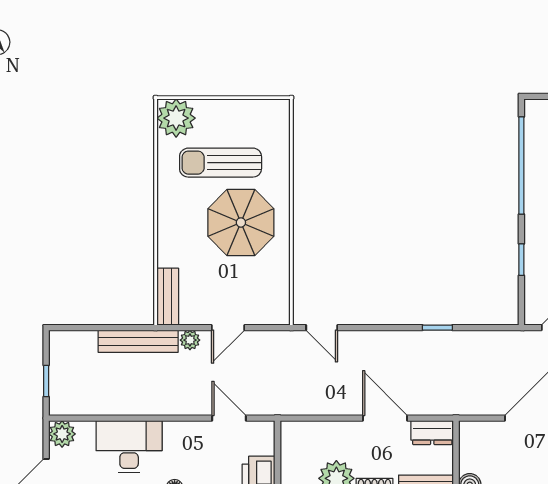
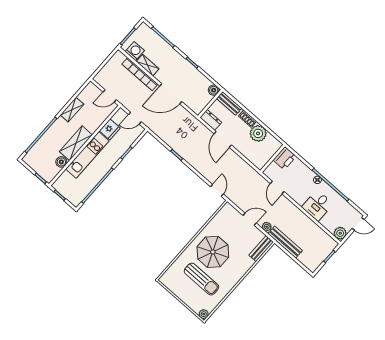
plant: (176, 118) -> (204, 314), width x0.53, depth x0.53
desk: (129, 447) -> (318, 205), width x0.73

